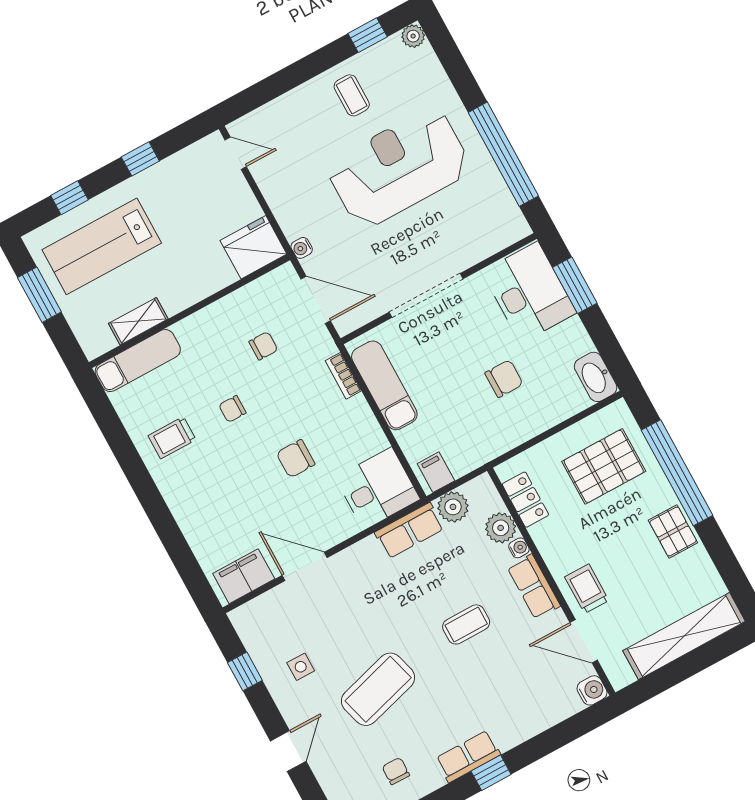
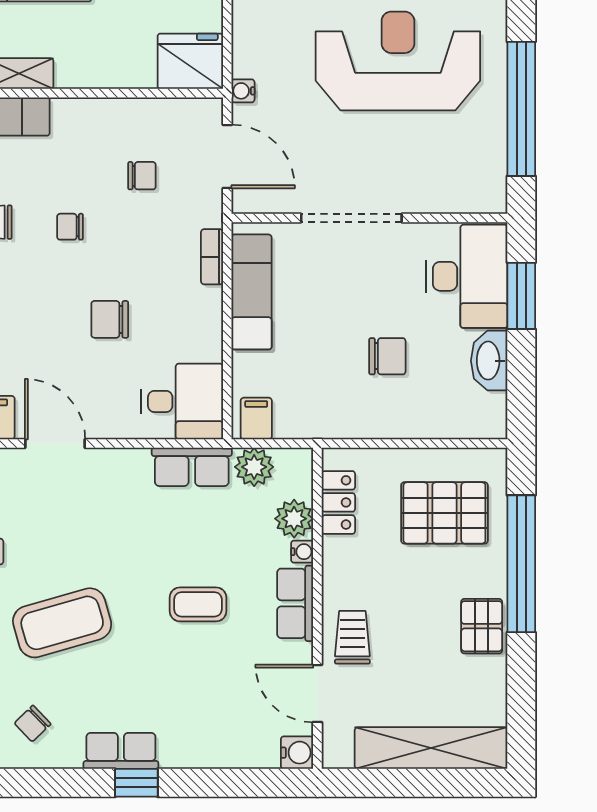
washbasin: (596, 377) -> (489, 361), moved
chair: (396, 771) -> (33, 724), turned -135

